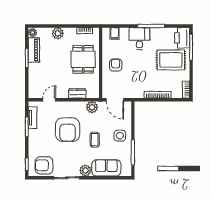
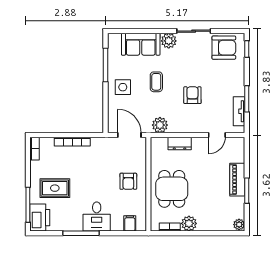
plant: (58, 33) -> (189, 223), moved
piano: (34, 50) -> (237, 180), moved
rug: (171, 60) -> (55, 188), width x0.73, depth x0.70
armchair: (68, 130) -> (192, 95), width x0.53, depth x0.53

